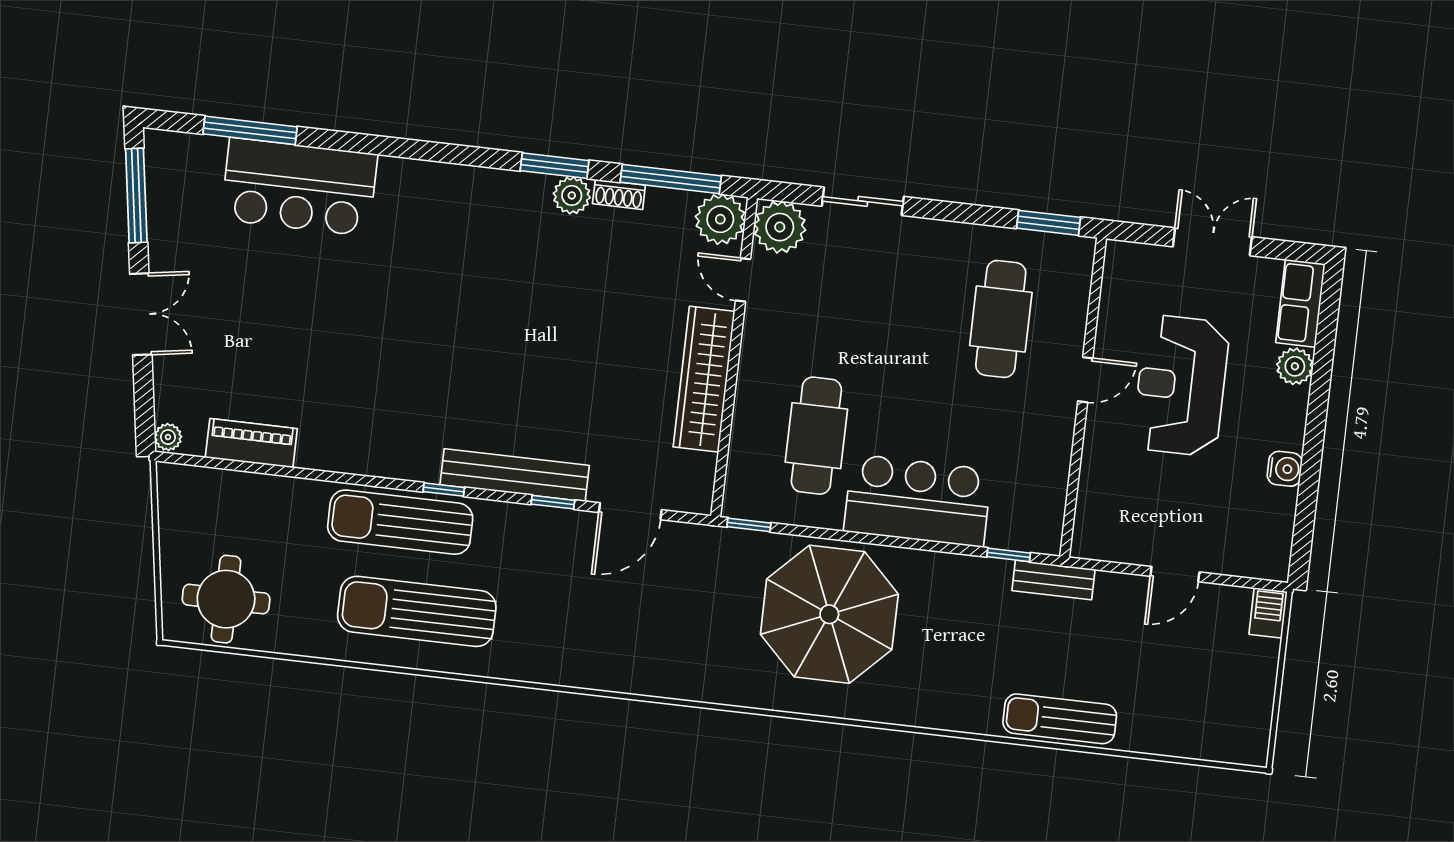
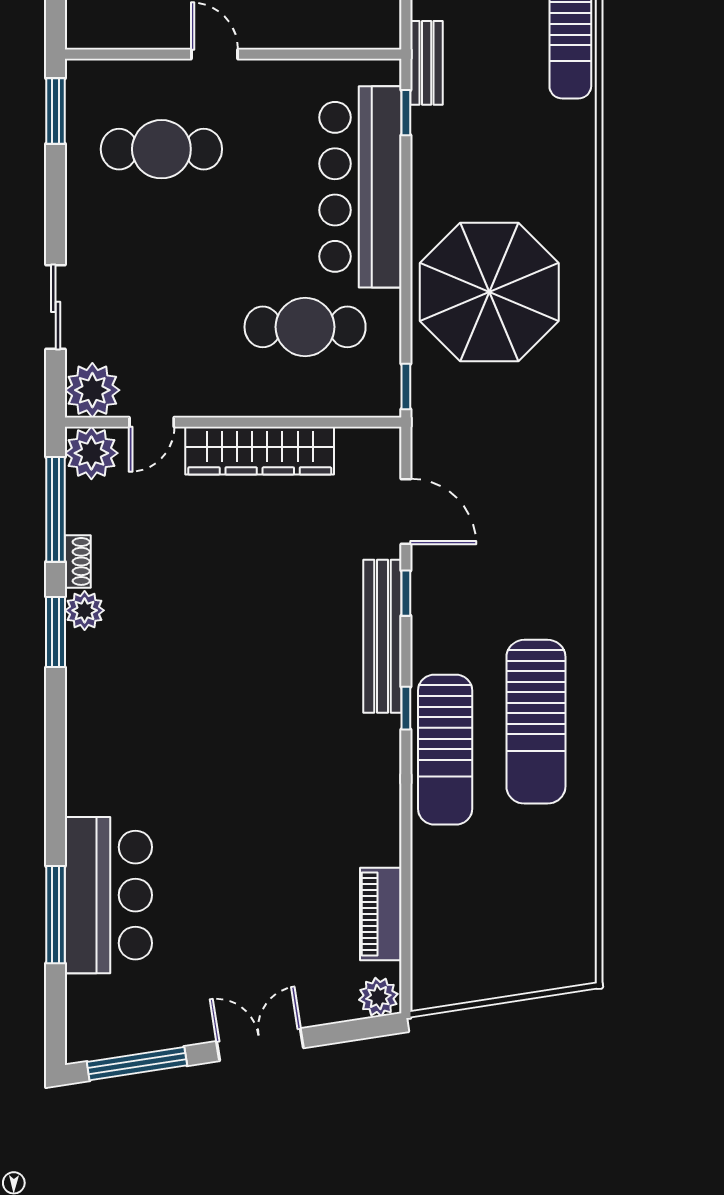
window: (250, 130) -> (56, 915), moved
plant: (168, 437) -> (378, 997), width x1.38, depth x1.38
bar counter: (918, 501) -> (360, 187), width x1.36
round table: (226, 599) -> (546, 922), removed

